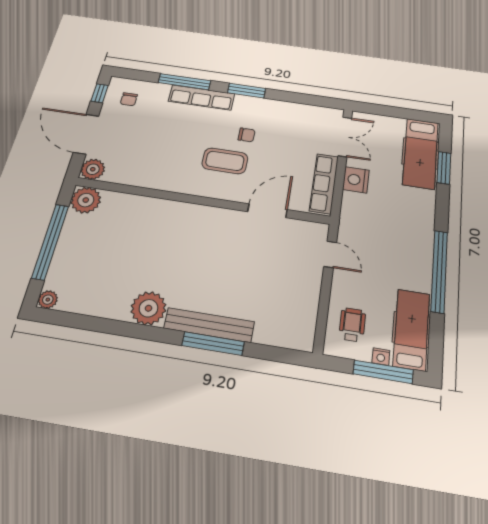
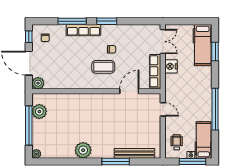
plant: (86, 200) -> (39, 111), moved
bench: (209, 325) -> (134, 153), moved

